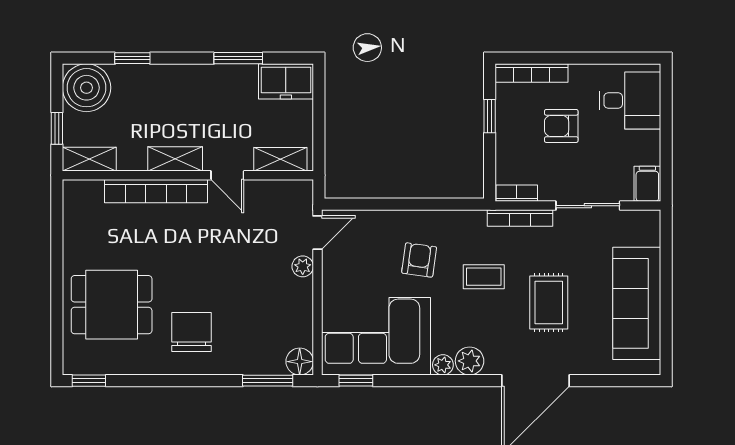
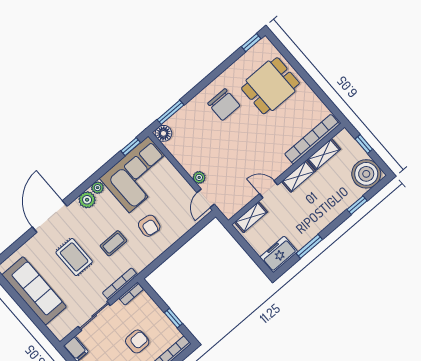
shelving: (89, 159) -> (324, 154), moved
bookcase: (156, 191) -> (312, 139), moved

